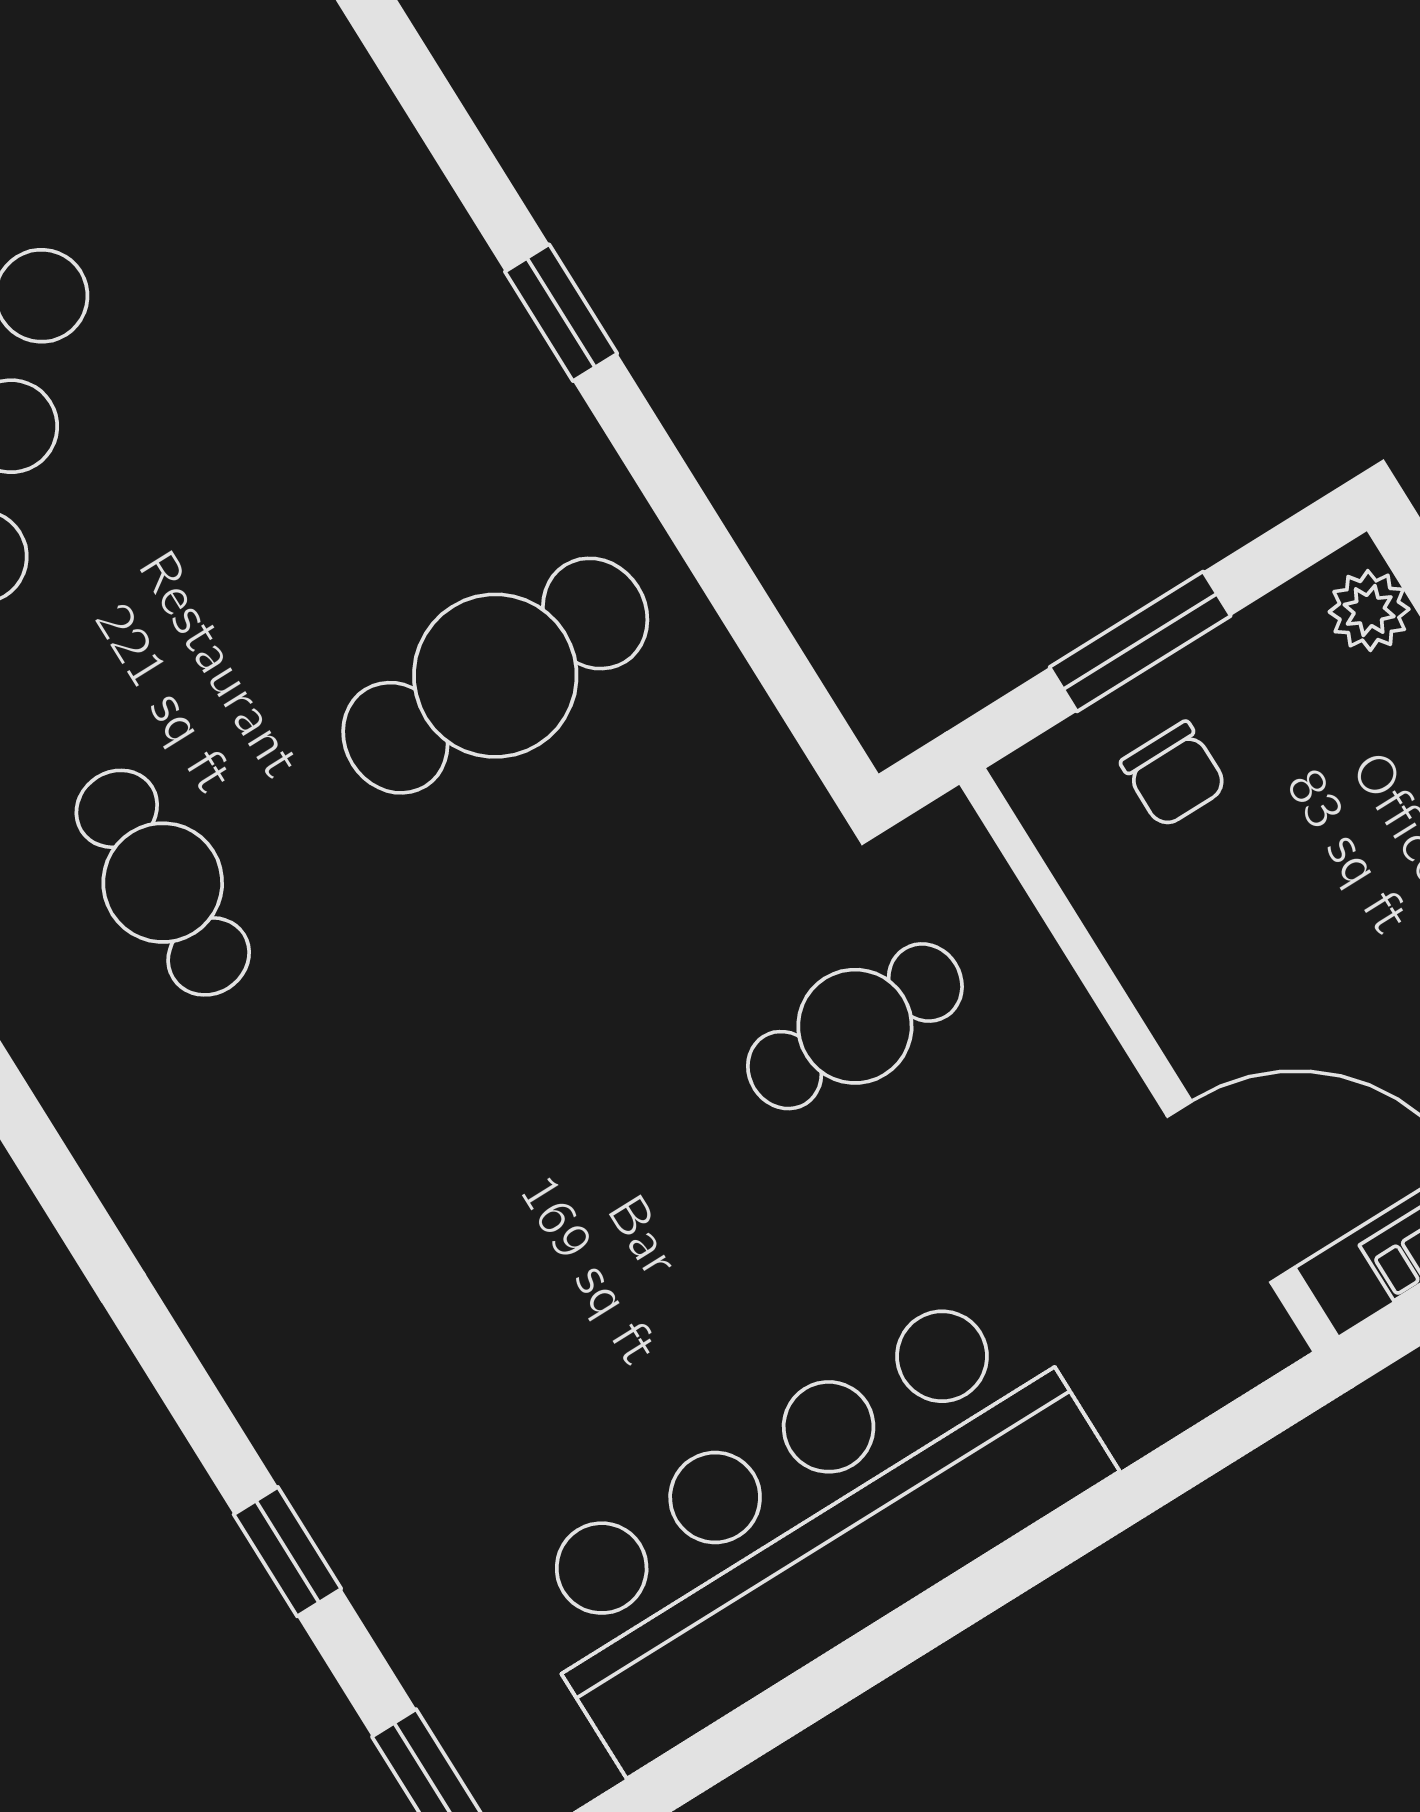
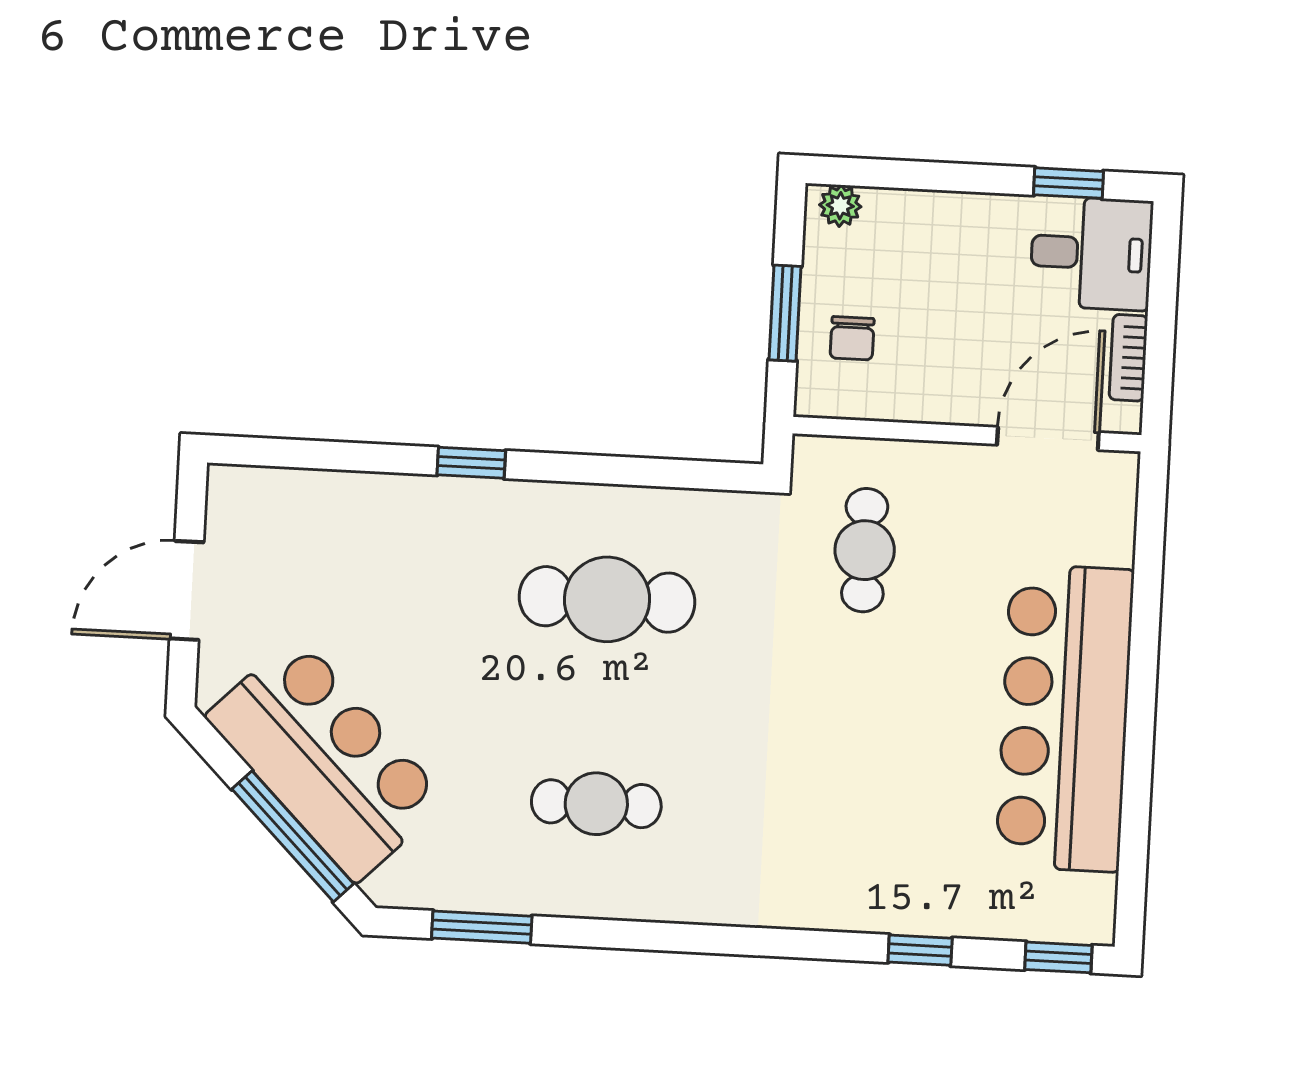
cafe table: (495, 676) -> (607, 599), turned 90
chair: (1174, 775) -> (852, 338), turned 90

